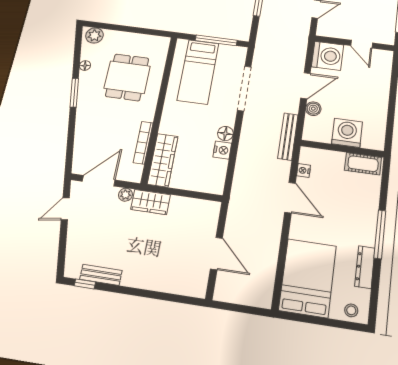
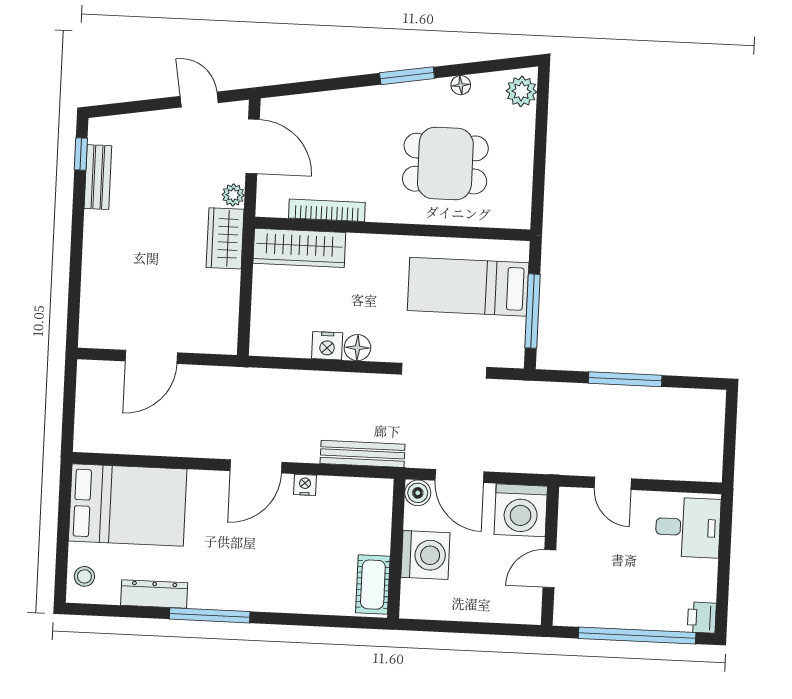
washing machine: (347, 133) -> (425, 555), moved
wall: (342, 149) -> (396, 549), moved
cot: (363, 164) -> (373, 585), moved

